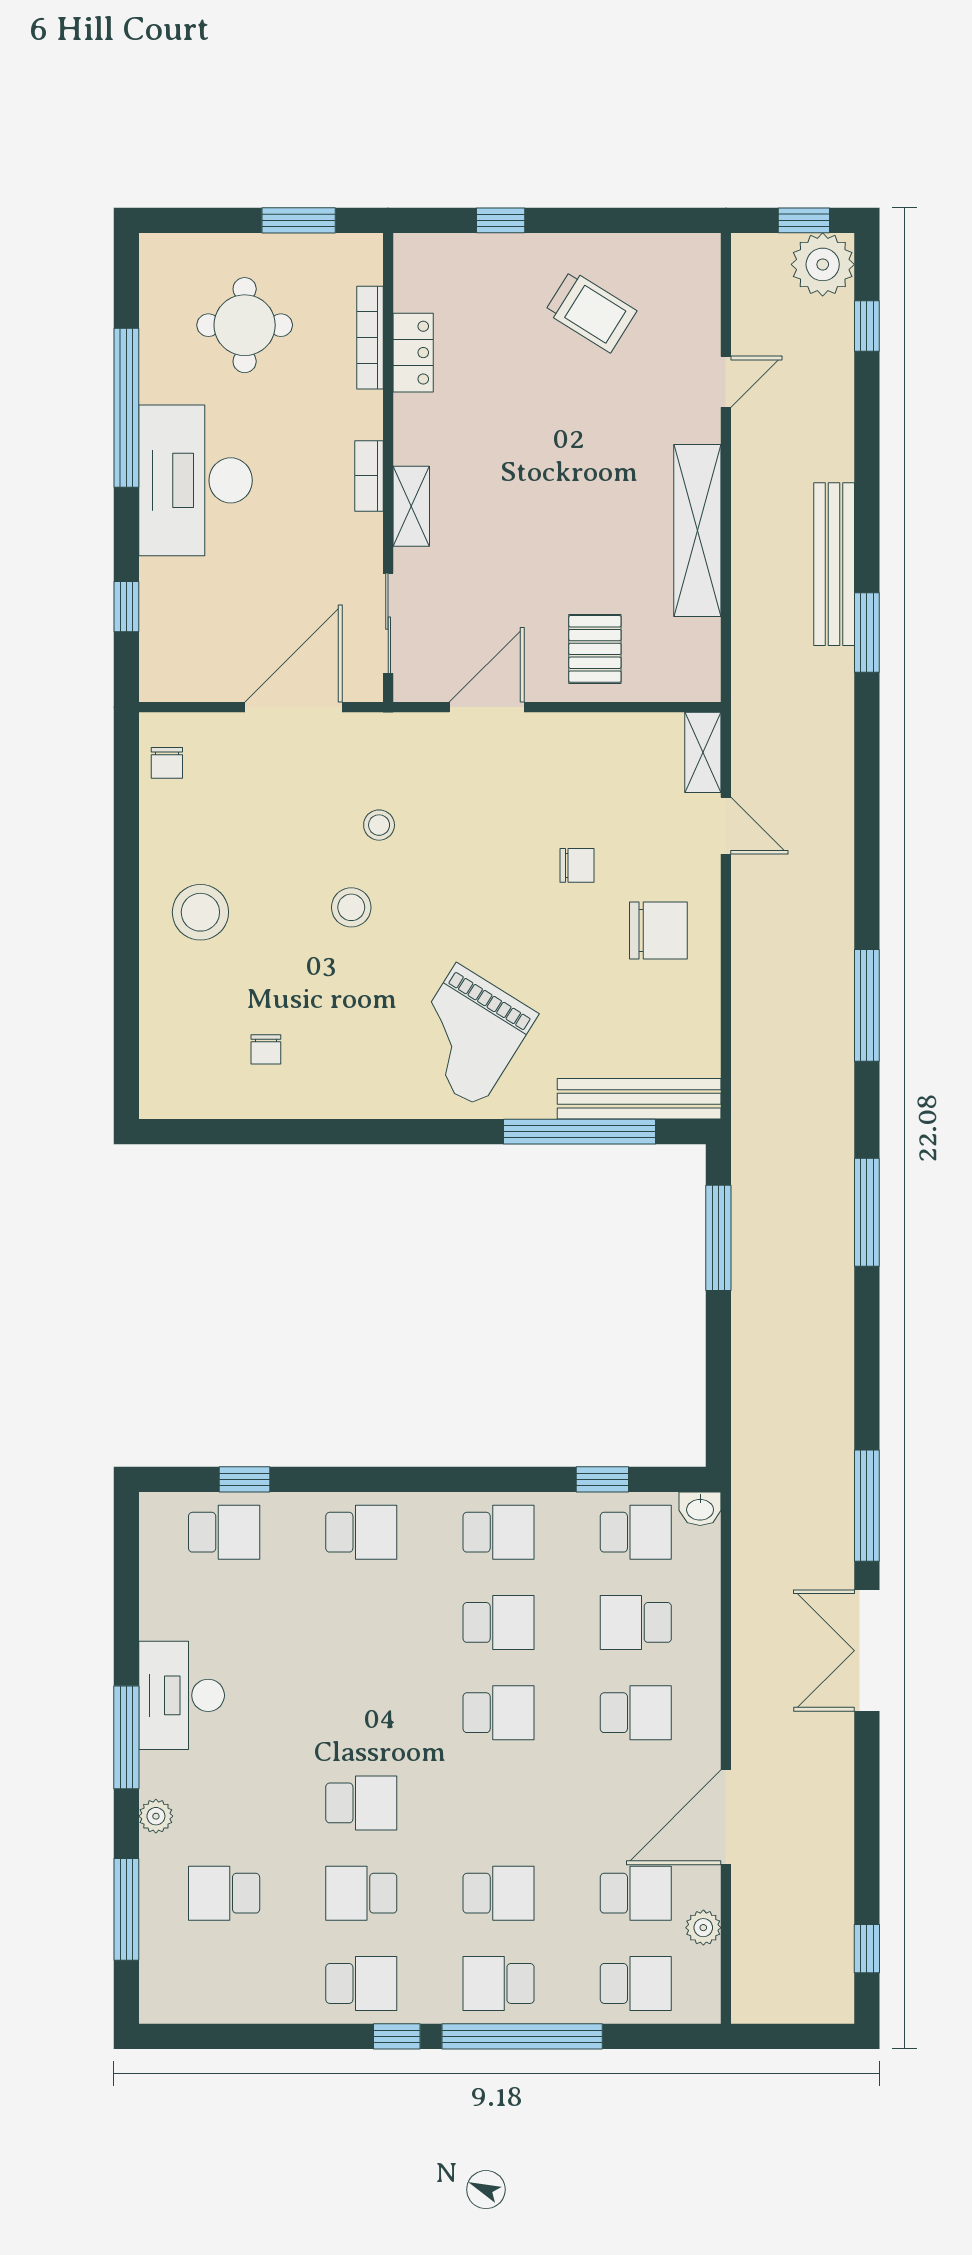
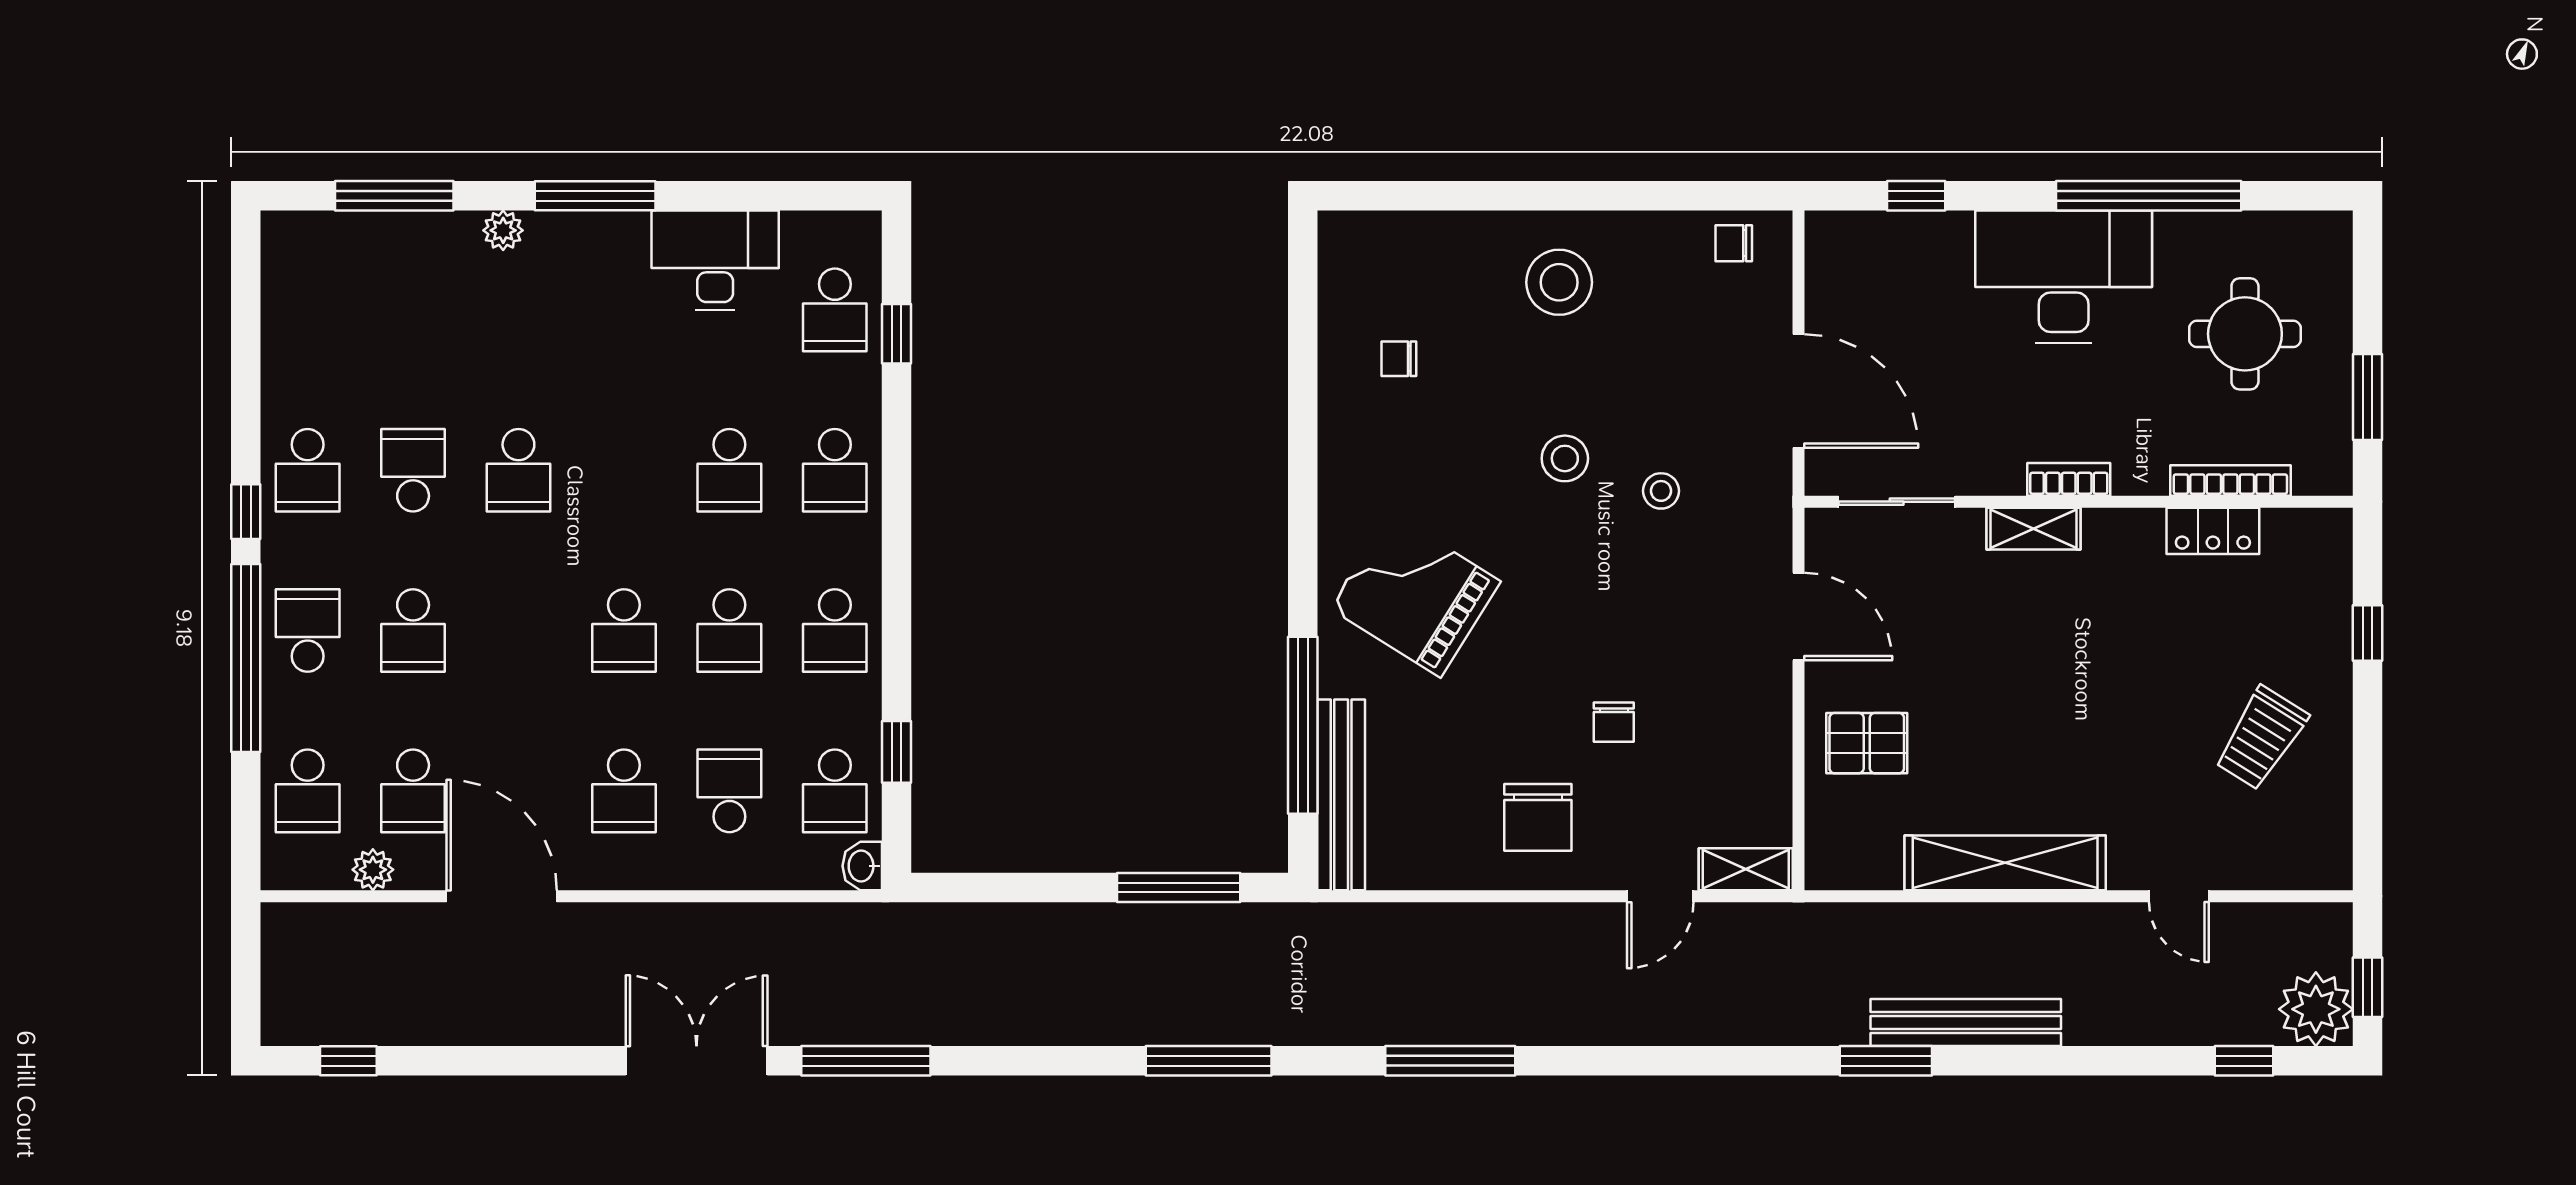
desk: (182, 1695) -> (715, 260), moved
school desk: (224, 1893) -> (729, 470), moved, turned 180

